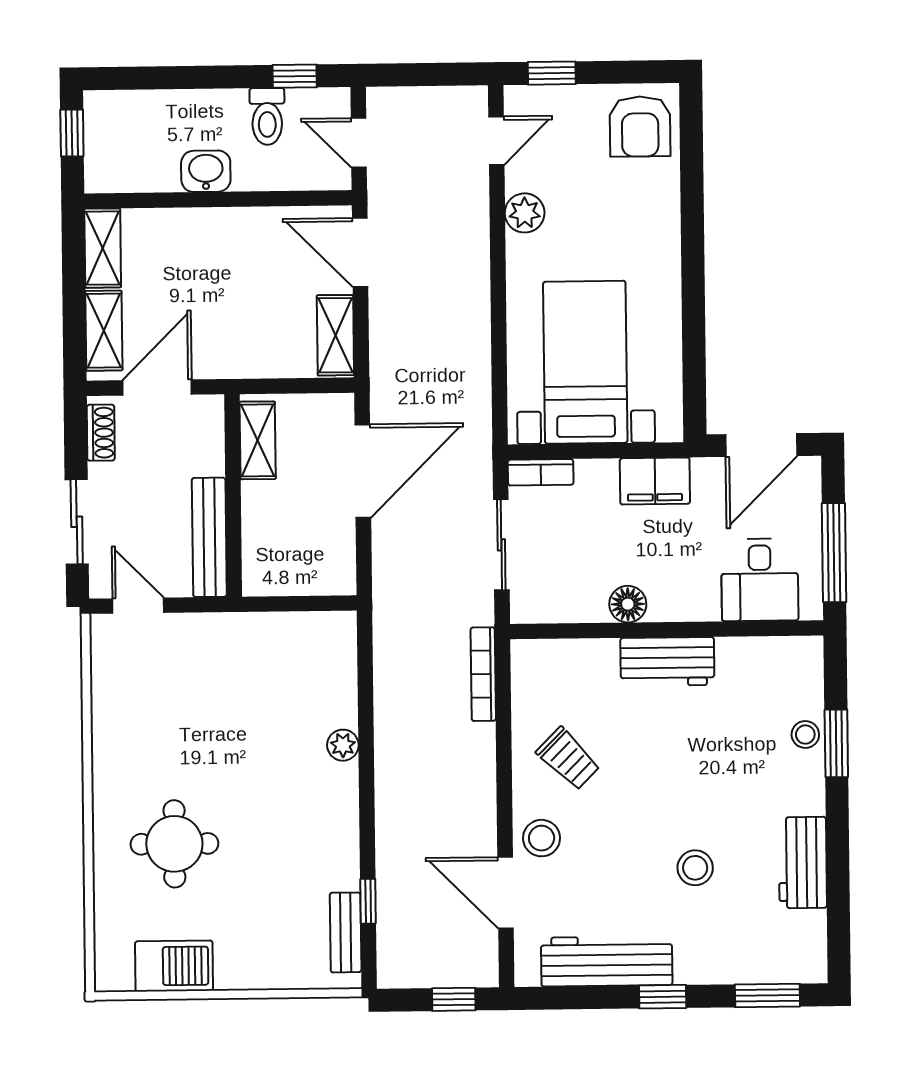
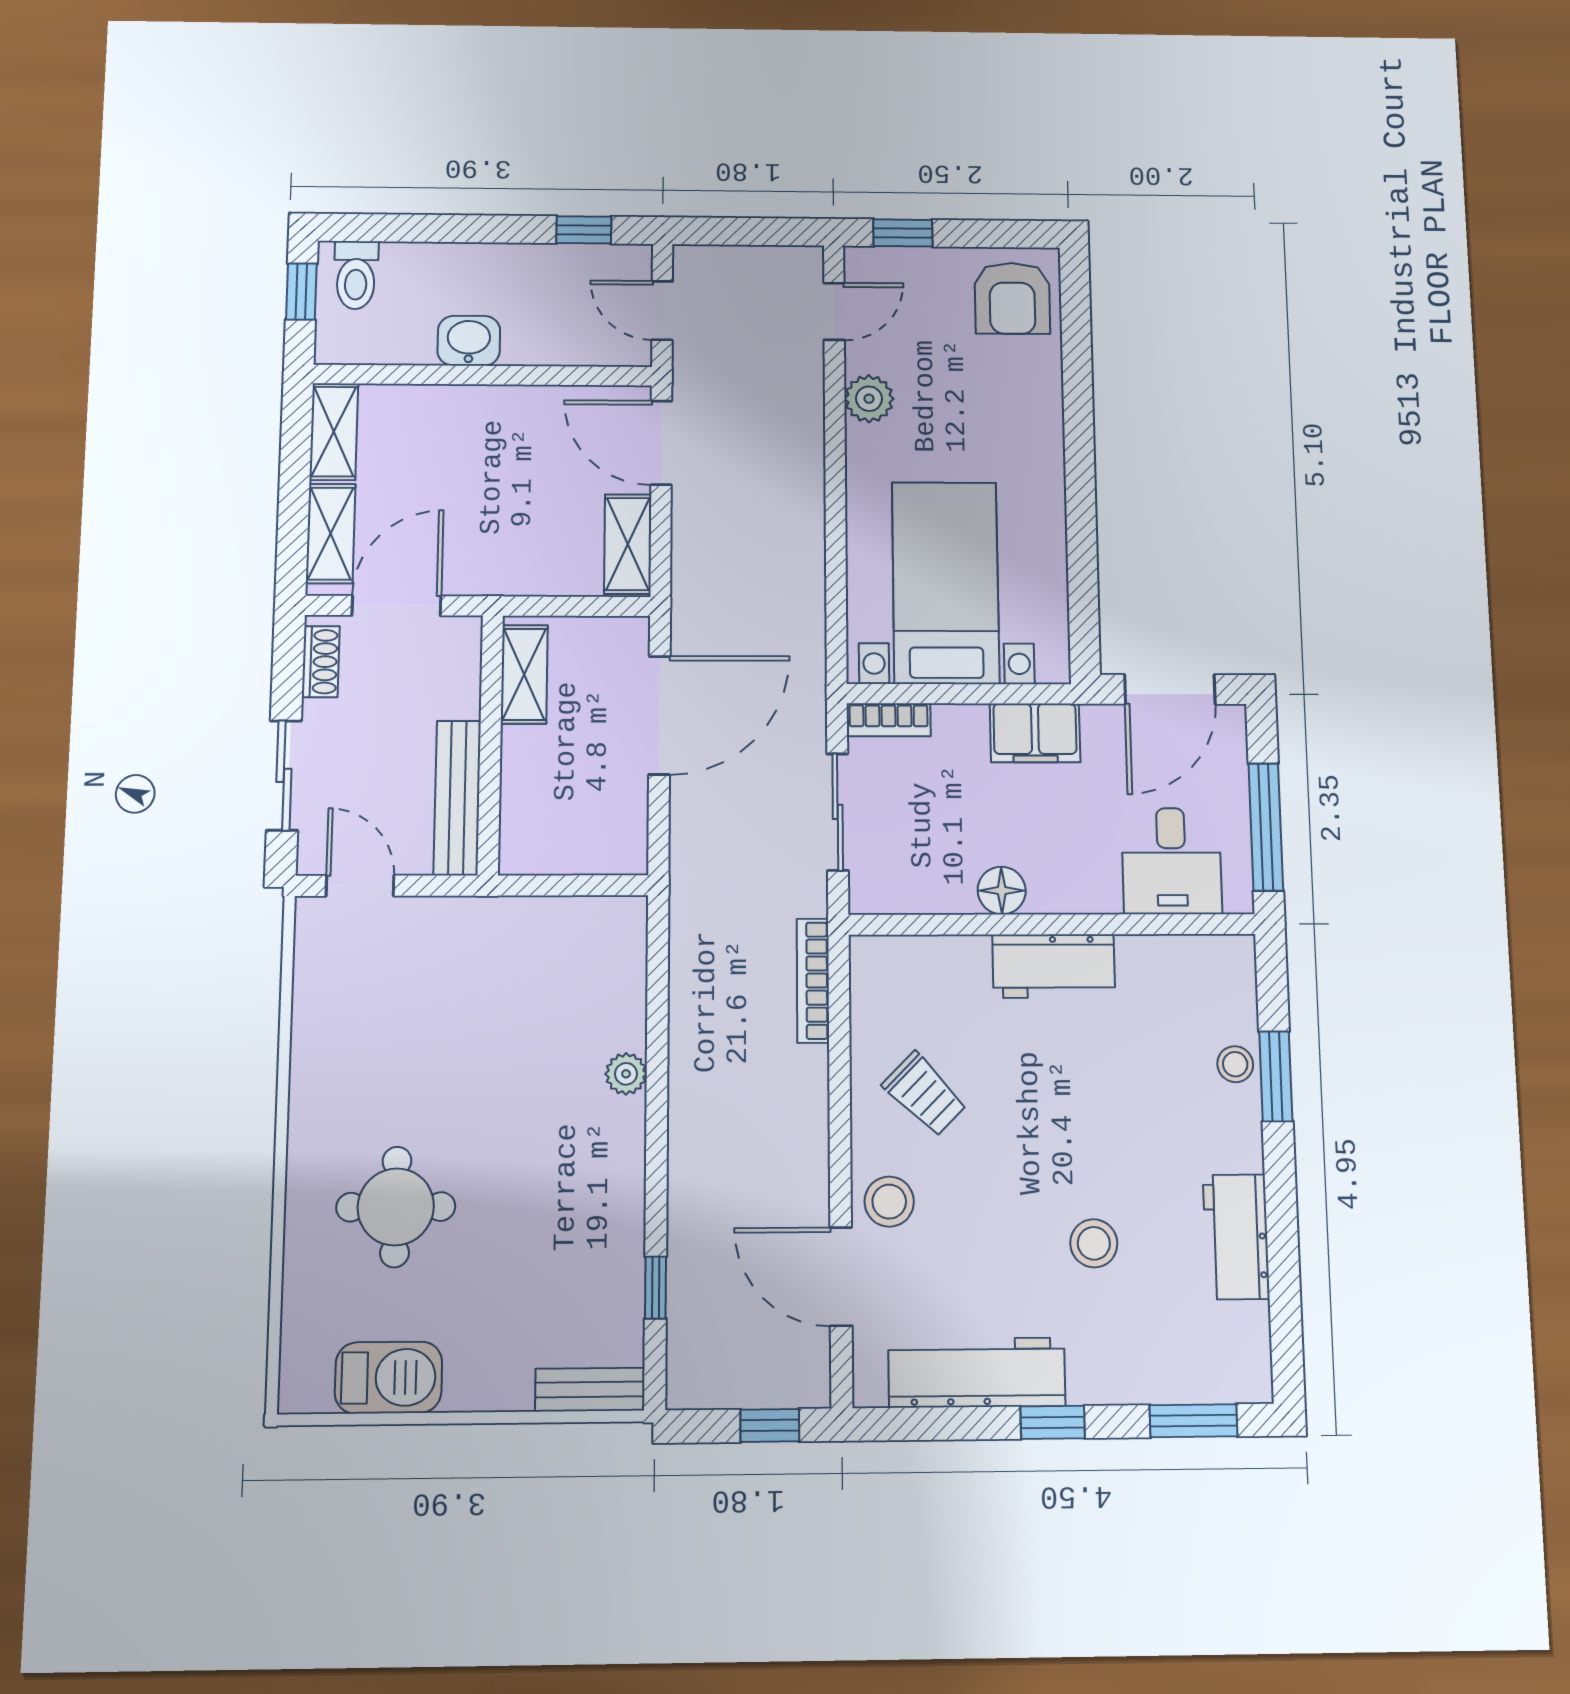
toilet: (267, 116) -> (356, 275), moved
bench: (346, 932) -> (590, 1390), moved, turned 90

